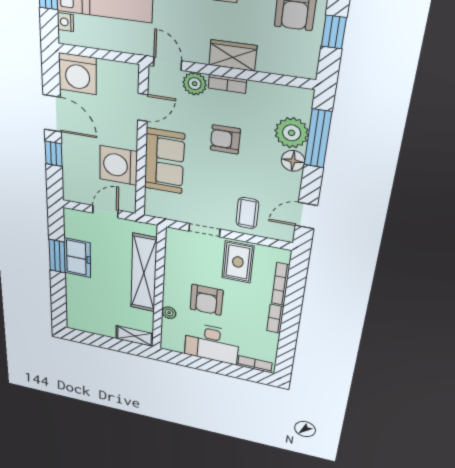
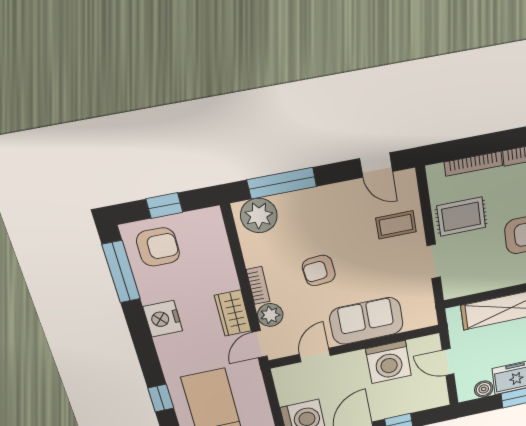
wardrobe: (233, 55) -> (233, 313), moved
door: (143, 107) -> (315, 355), hinge flipped
plant: (292, 133) -> (259, 216), moved
armchair: (225, 139) -> (319, 271), turned 85
floor lamp: (293, 161) -> (317, 199), removed
boiler: (72, 230) -> (484, 389), added

